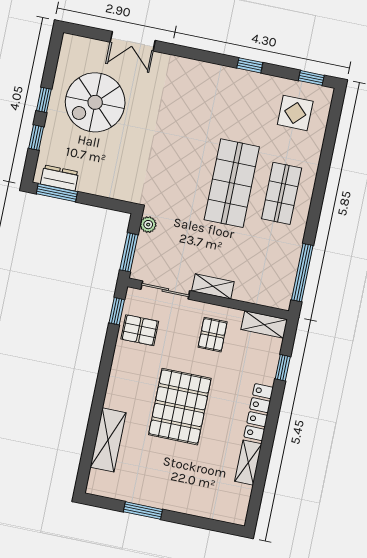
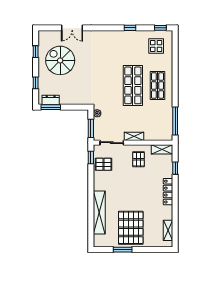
window: (44, 100) -> (36, 52), moved
spiral stairs: (95, 102) -> (60, 60), turned 90
pallet: (180, 407) -> (131, 228), moved
shelving: (108, 440) -> (99, 213), width x1.47
shelving: (248, 463) -> (168, 230), moved

